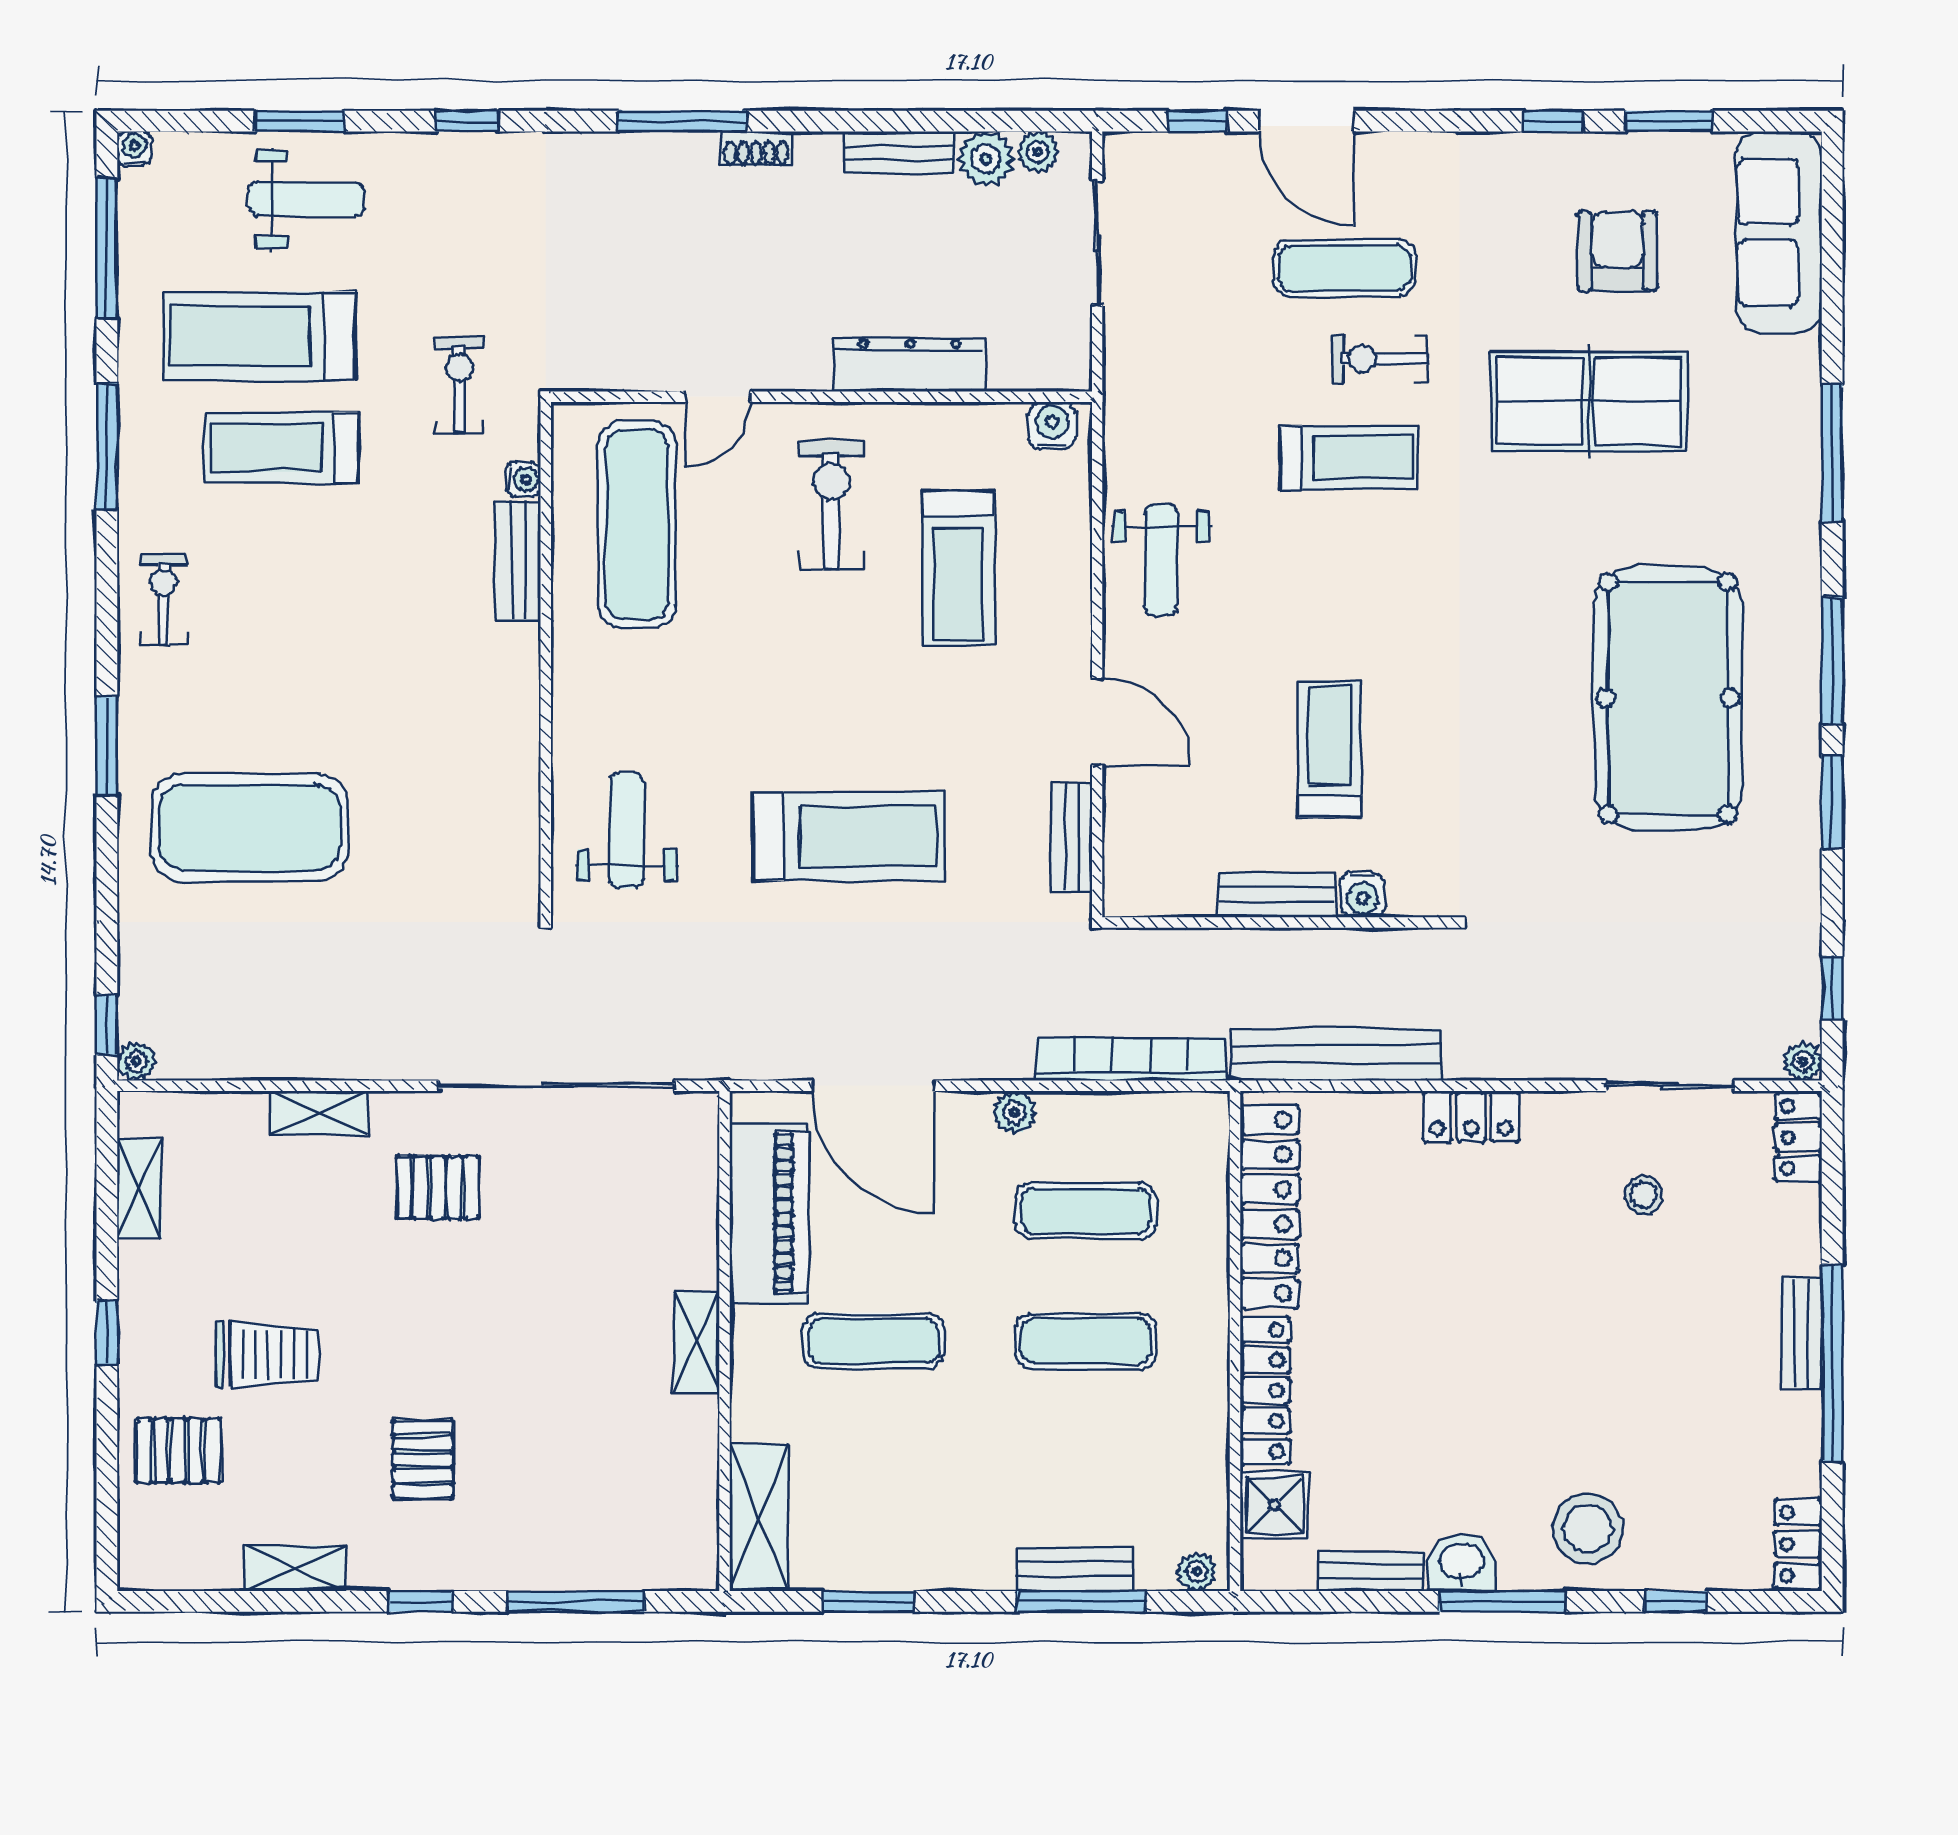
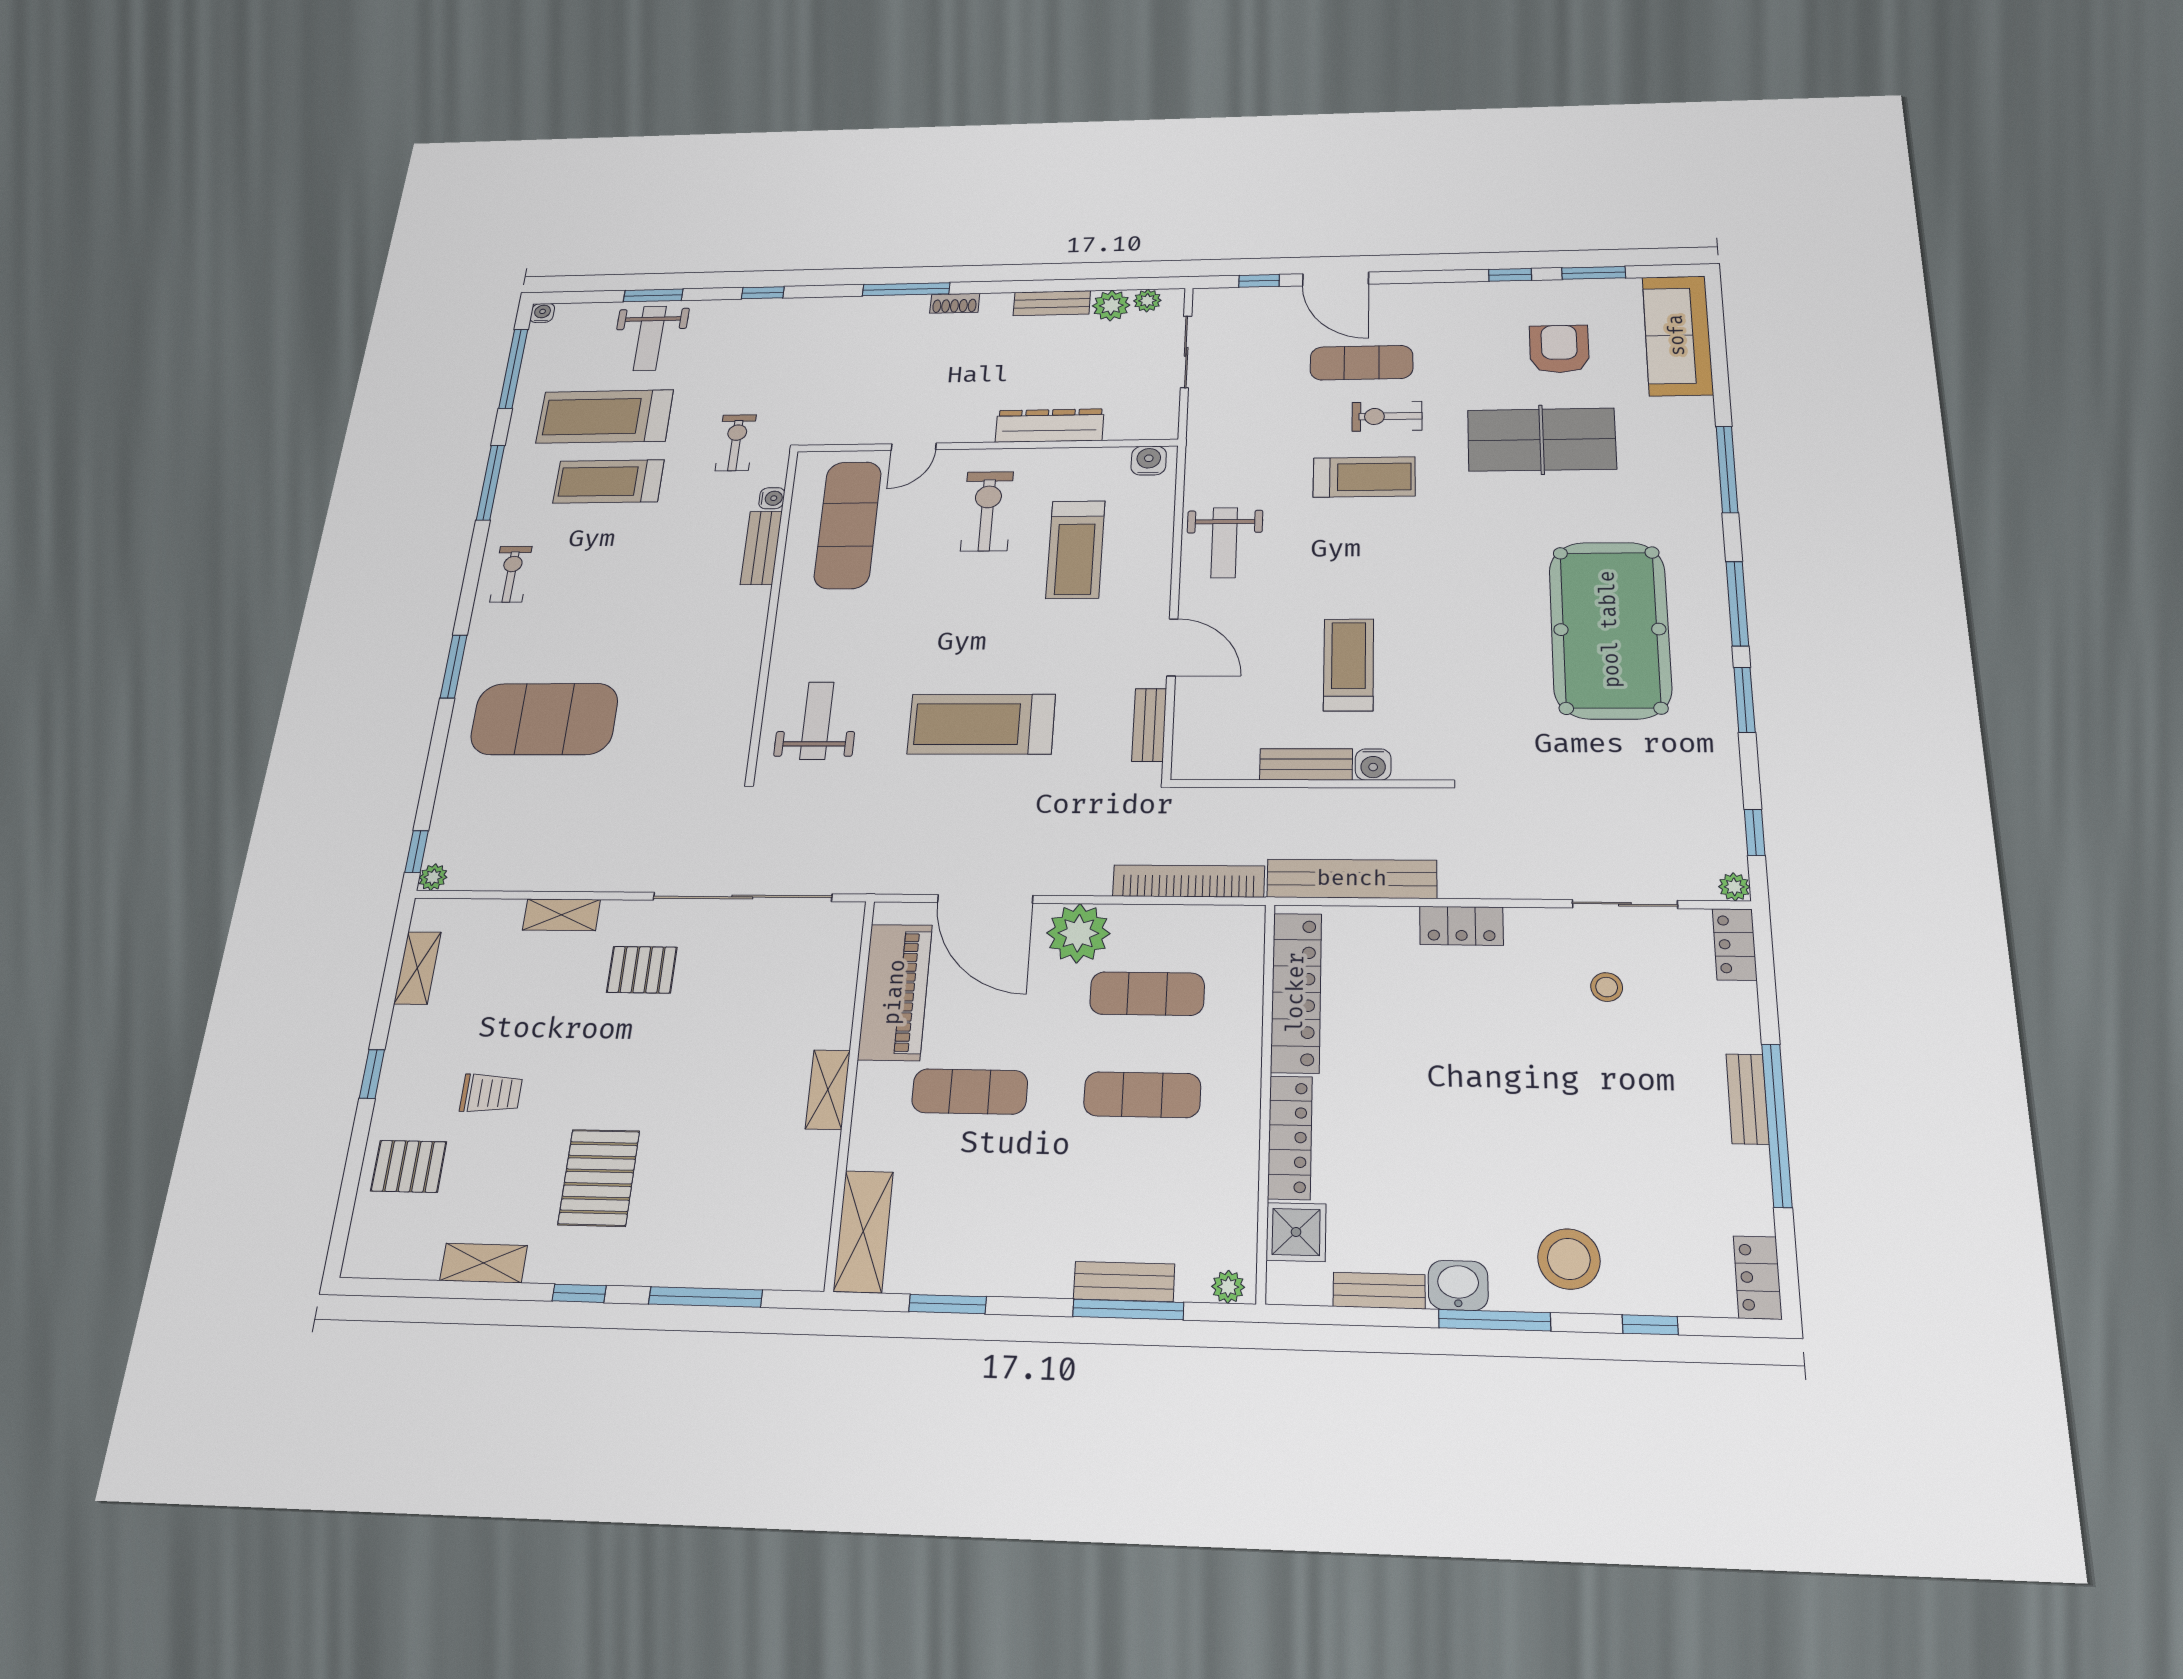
weight bench: (306, 199) -> (650, 338), turned 90
treadmill: (849, 836) -> (981, 724), turned 180
plant: (1014, 1113) -> (1078, 933), width x1.87, depth x1.87
trolley: (267, 1354) -> (491, 1093), width x0.73, depth x0.72
pallet: (423, 1459) -> (599, 1178), width x1.50, depth x1.42

